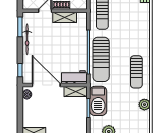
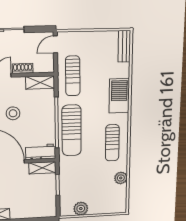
shelving: (65, 17) -> (40, 82), moved
stool: (52, 43) -> (13, 113), added
barbecue: (98, 101) -> (119, 96), moved, turned 180

